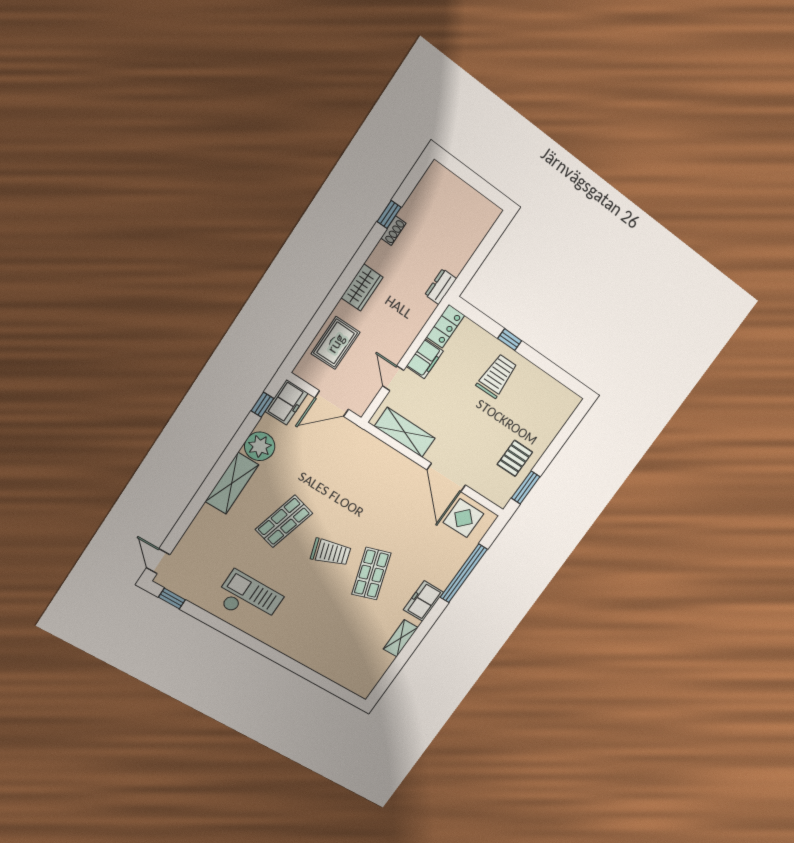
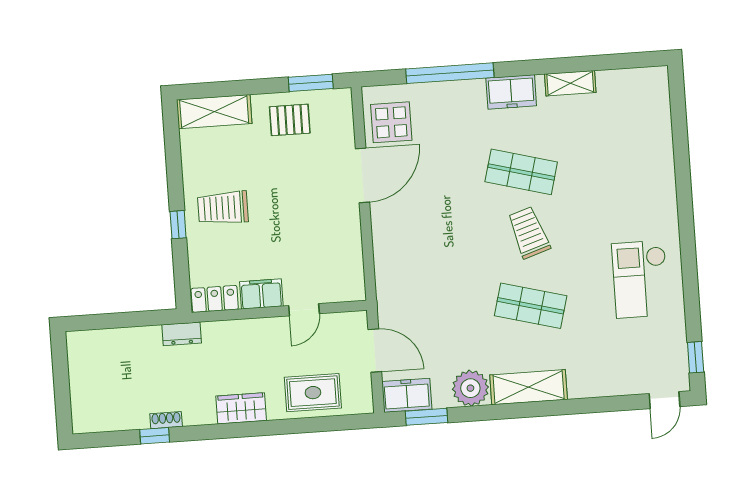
window: (262, 405) -> (427, 417), width x1.50
shelving: (405, 432) -> (214, 112), moved, turned 90
shop shelf: (371, 574) -> (521, 172), turned 33

